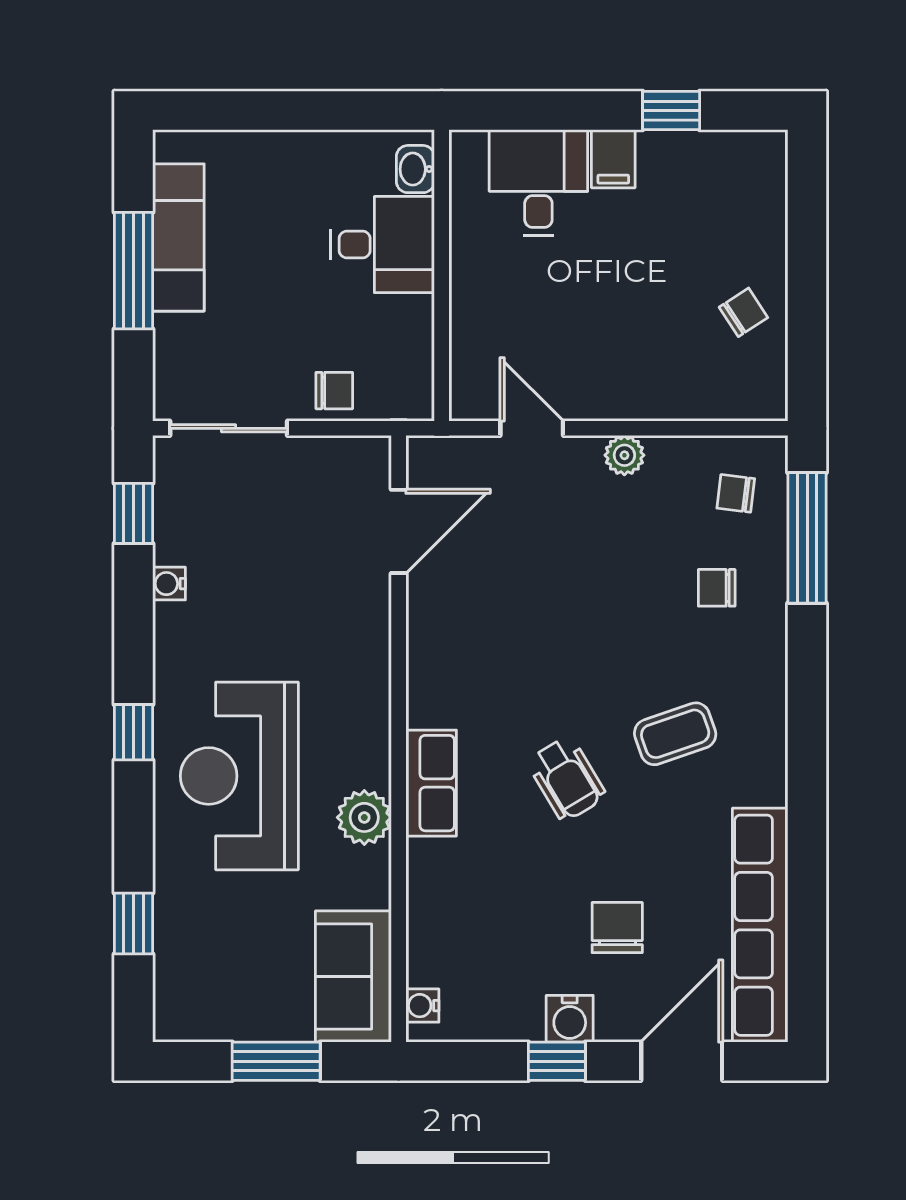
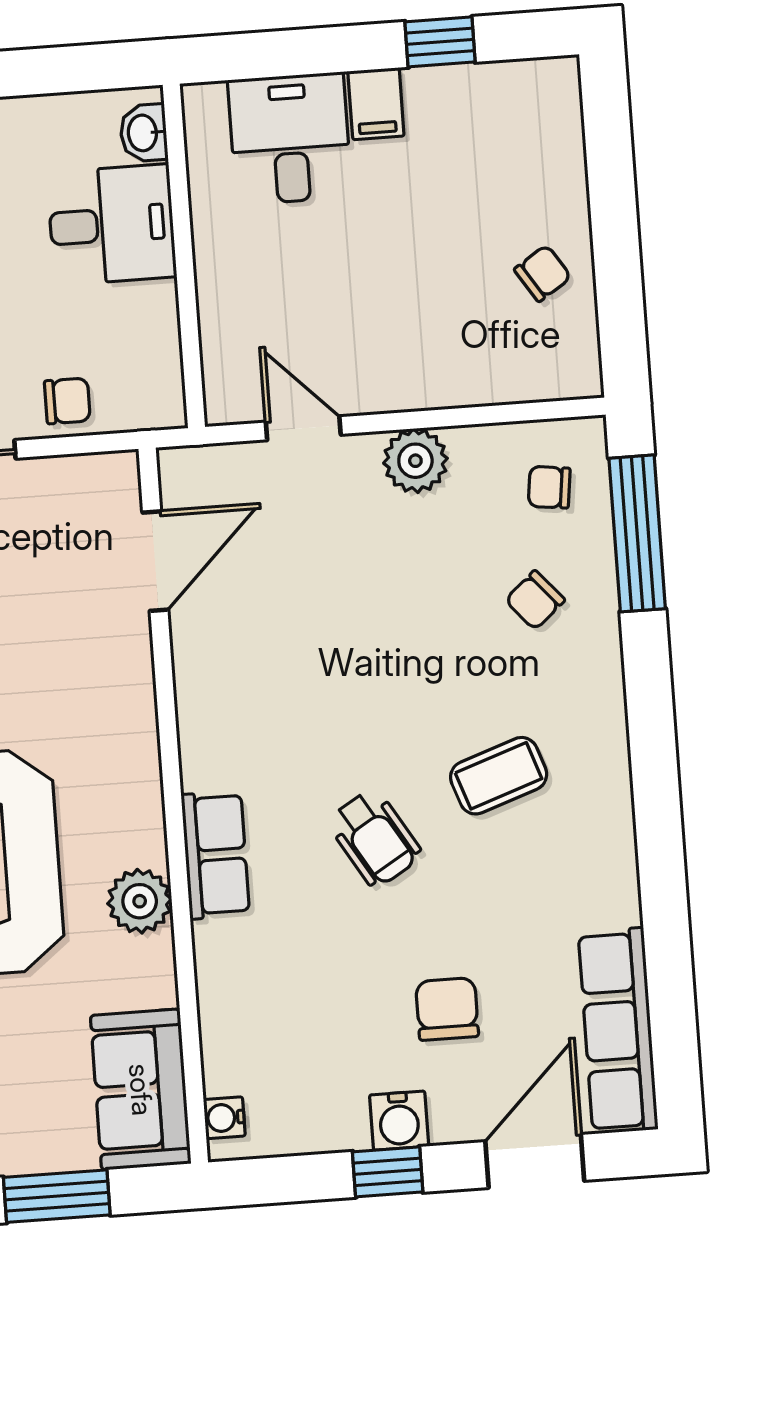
plant: (624, 455) -> (415, 461), width x1.38, depth x1.38
chair: (717, 588) -> (535, 600), turned -41
row of seats: (760, 925) -> (618, 1031), width x0.73

